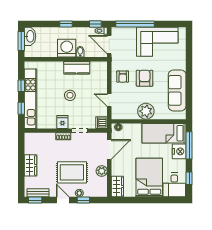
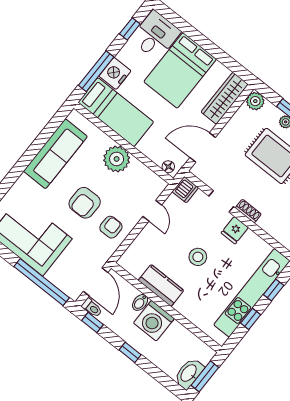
plant: (102, 171) -> (255, 101), moved
wardrobe: (117, 186) -> (225, 98), width x1.50

